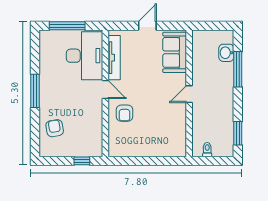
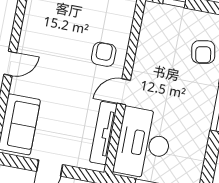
door: (105, 90) -> (124, 92), hinge flipped

